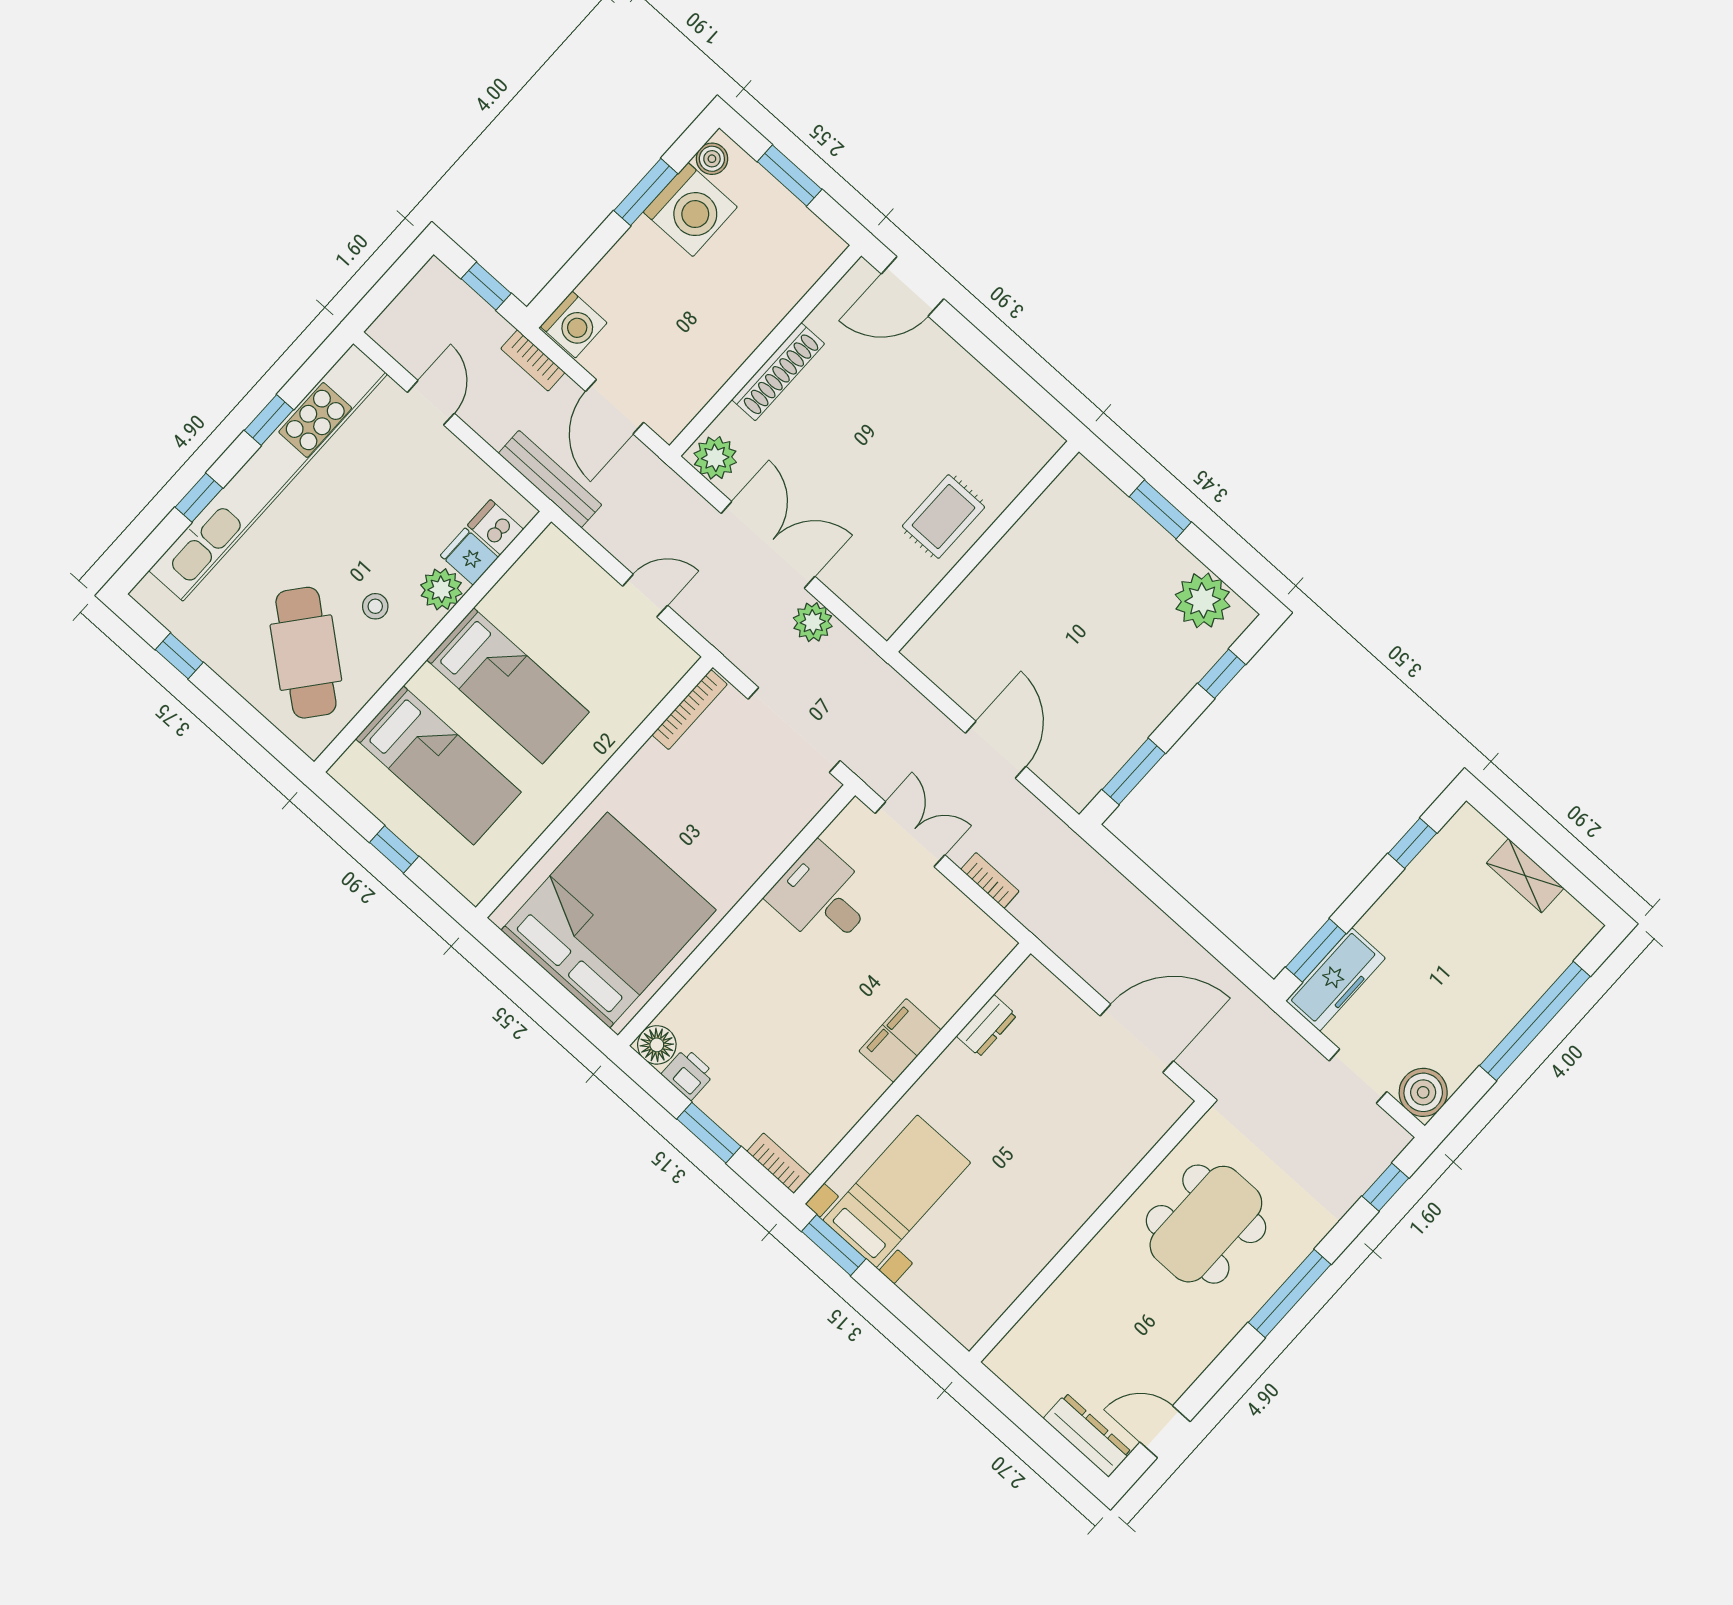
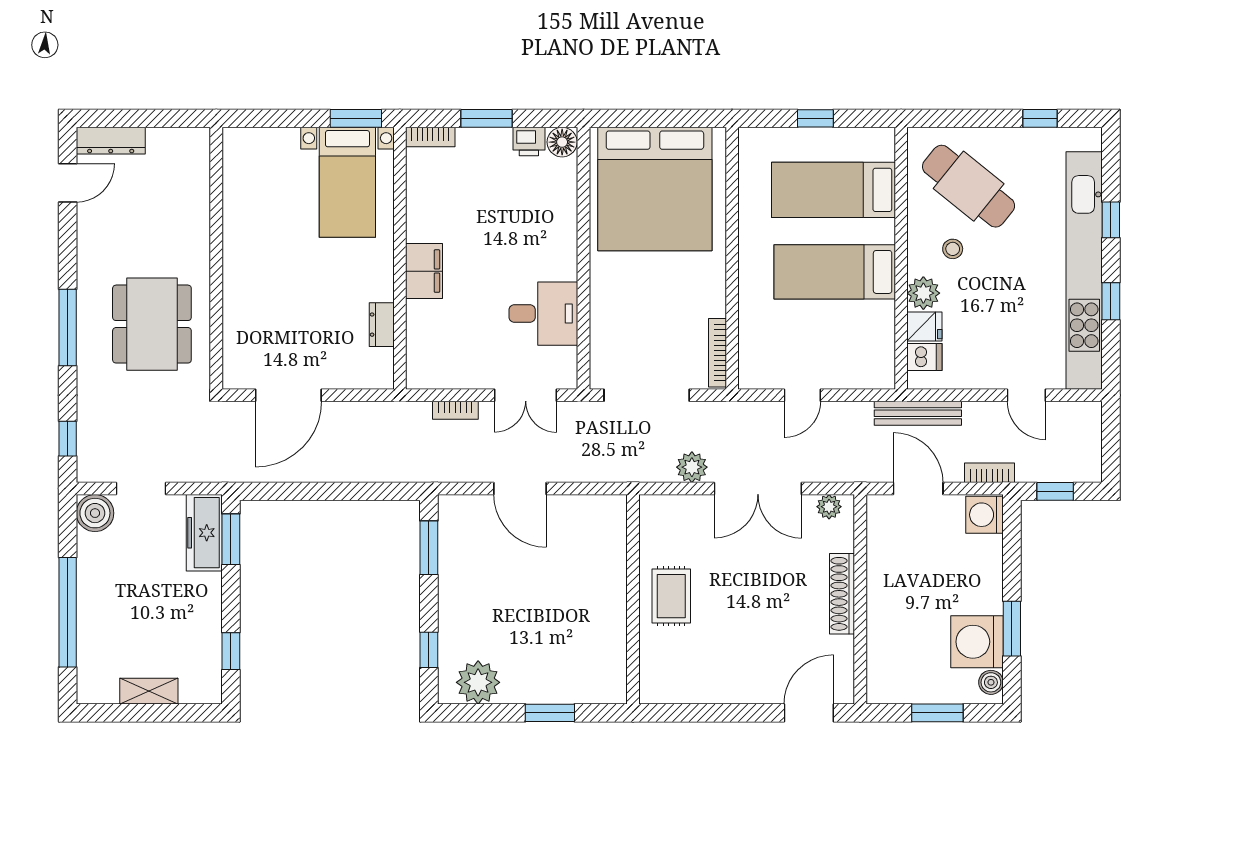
plant: (715, 458) -> (829, 507), width x0.73, depth x0.73

